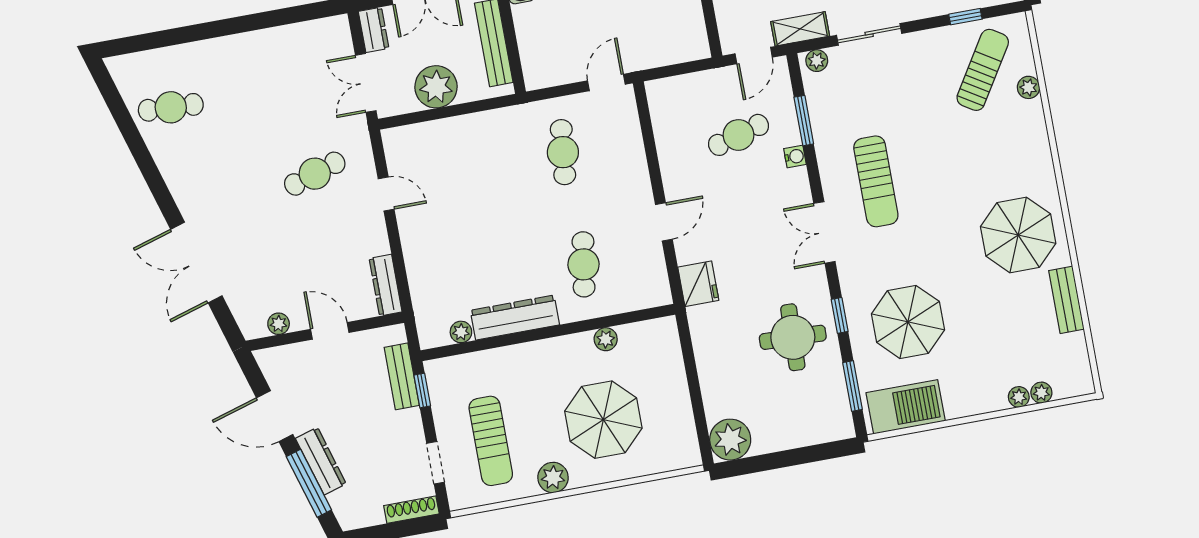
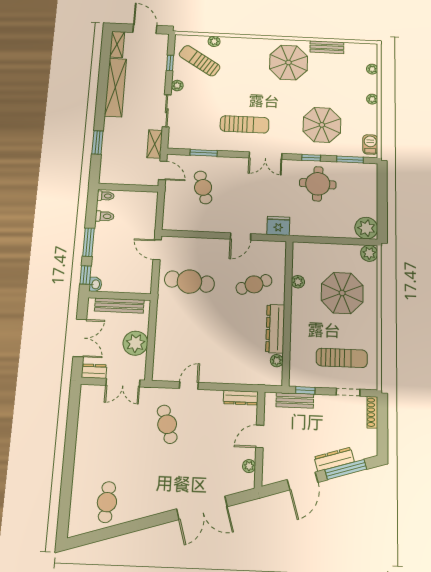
plant: (817, 61) -> (177, 86), moved
cafe table: (563, 152) -> (189, 282), width x1.37, depth x1.35
water cooler: (795, 156) -> (222, 161), removed
door: (664, 222) -> (241, 236), swing flipped
cafe table: (584, 264) -> (254, 284), turned -30
plant: (1019, 397) -> (372, 99), moved
barbecue: (906, 407) -> (370, 145), width x0.53, depth x0.65
plant: (553, 478) -> (369, 253), moved

